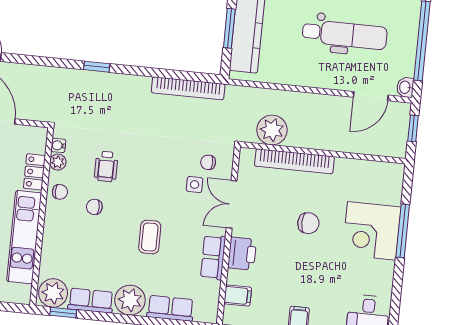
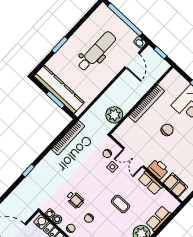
water cooler: (37, 142) -> (41, 222), added
bookcase: (294, 161) -> (147, 104), moved
filing cabinet: (238, 296) -> (175, 185), width x2.00

